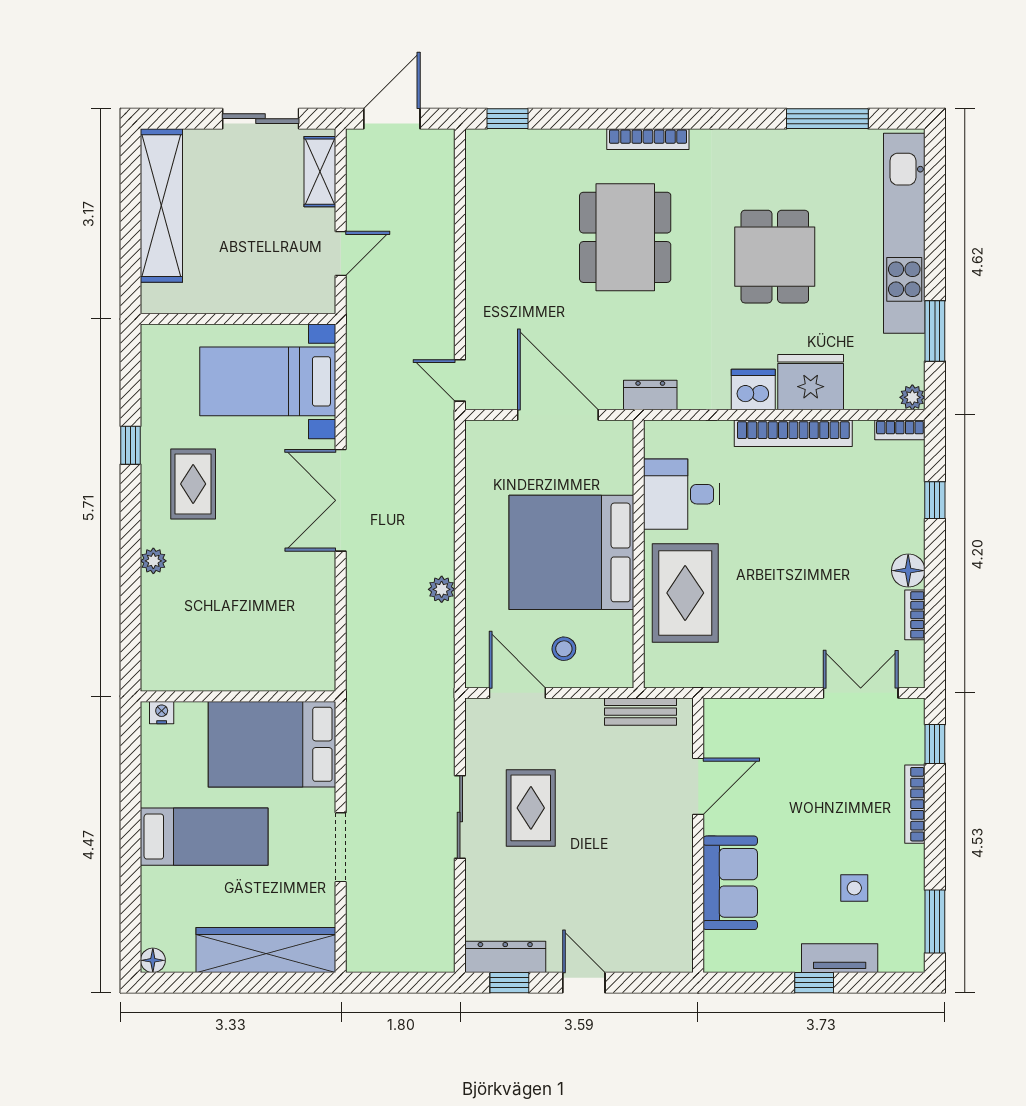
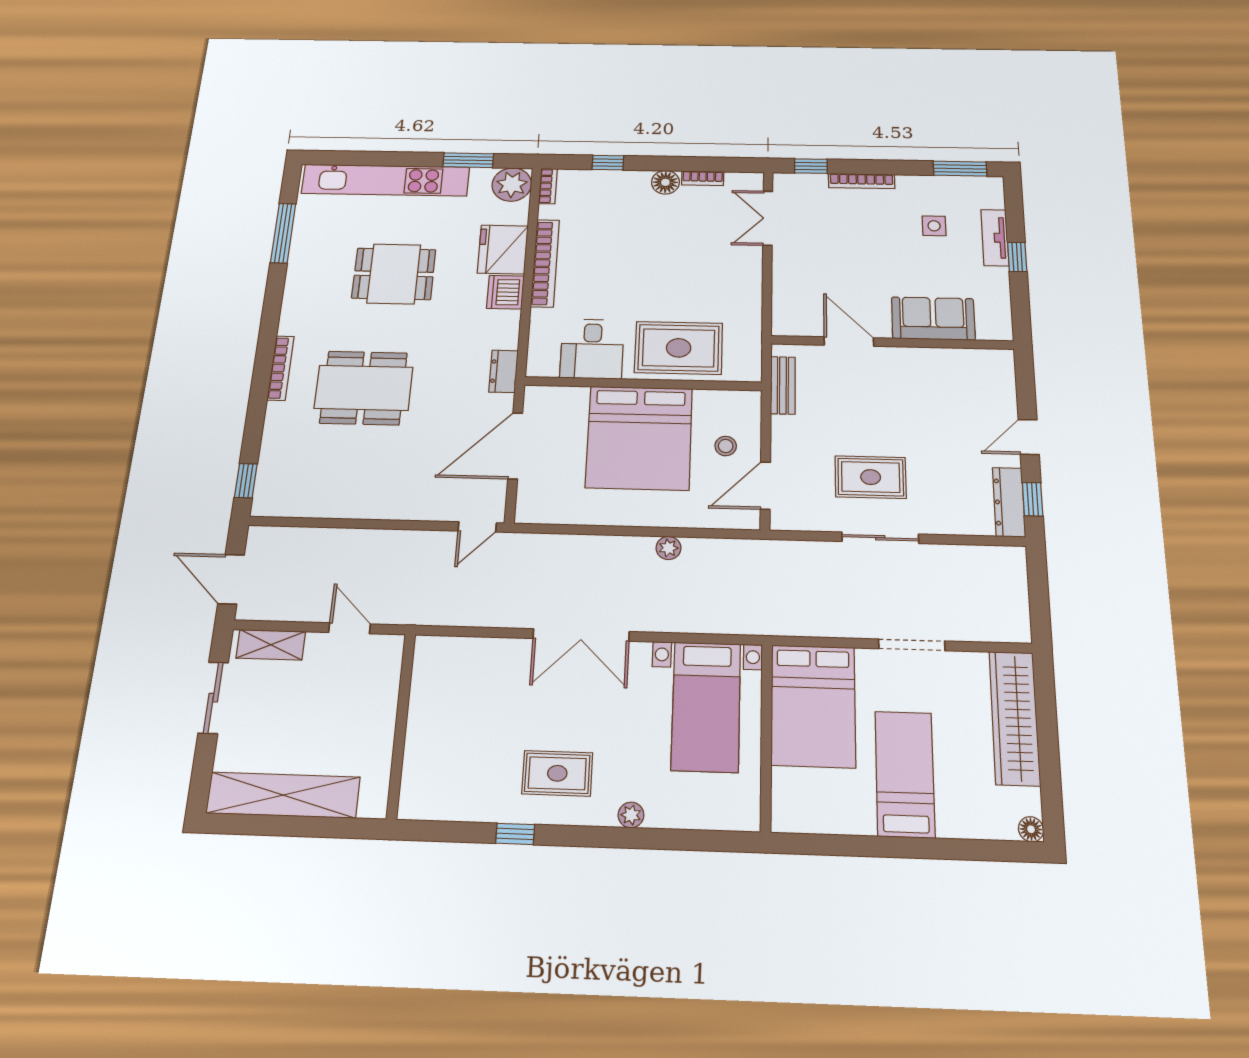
bed with nightstands: (268, 381) -> (706, 706), moved
plant: (912, 397) -> (512, 185), width x1.88, depth x1.88
nightstand: (162, 713) -> (782, 812), removed

